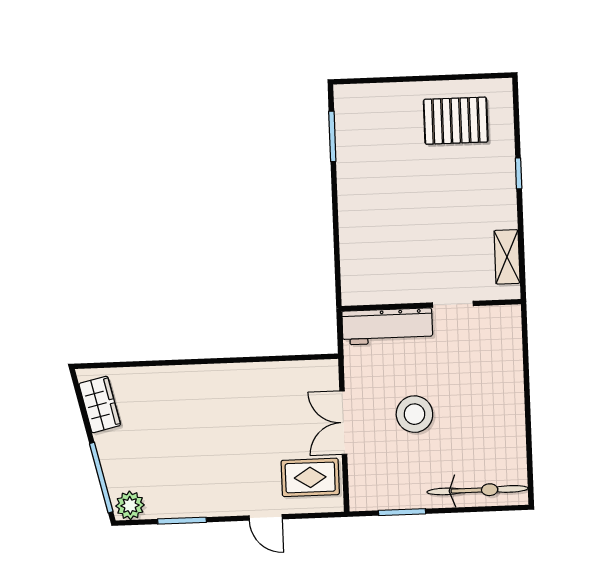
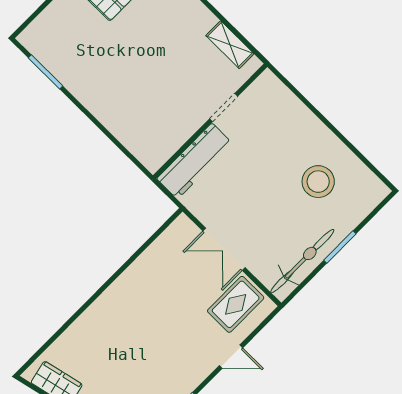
stool: (414, 414) -> (318, 182), moved
bicycle: (477, 490) -> (302, 261), moved
window: (402, 512) -> (340, 247), moved

